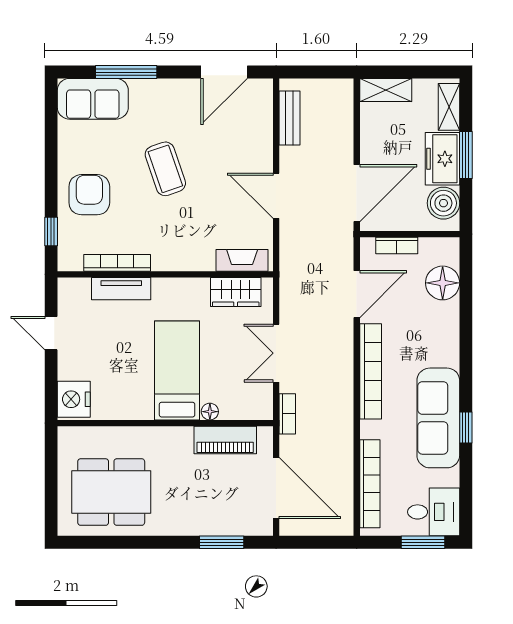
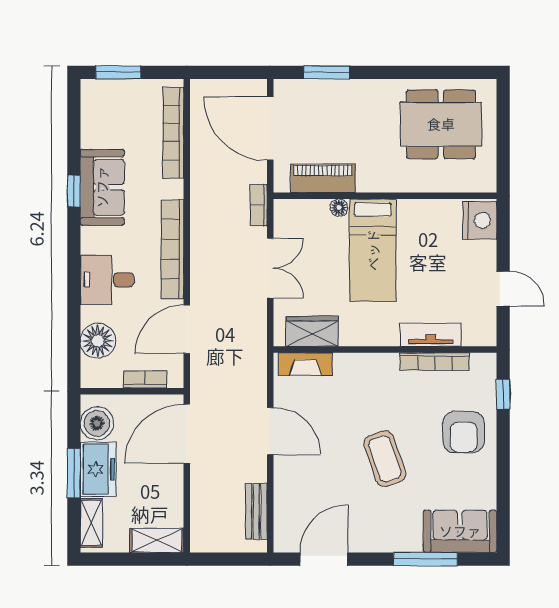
sofa: (438, 418) -> (102, 187), width x0.73
desk: (434, 512) -> (107, 280), moved

